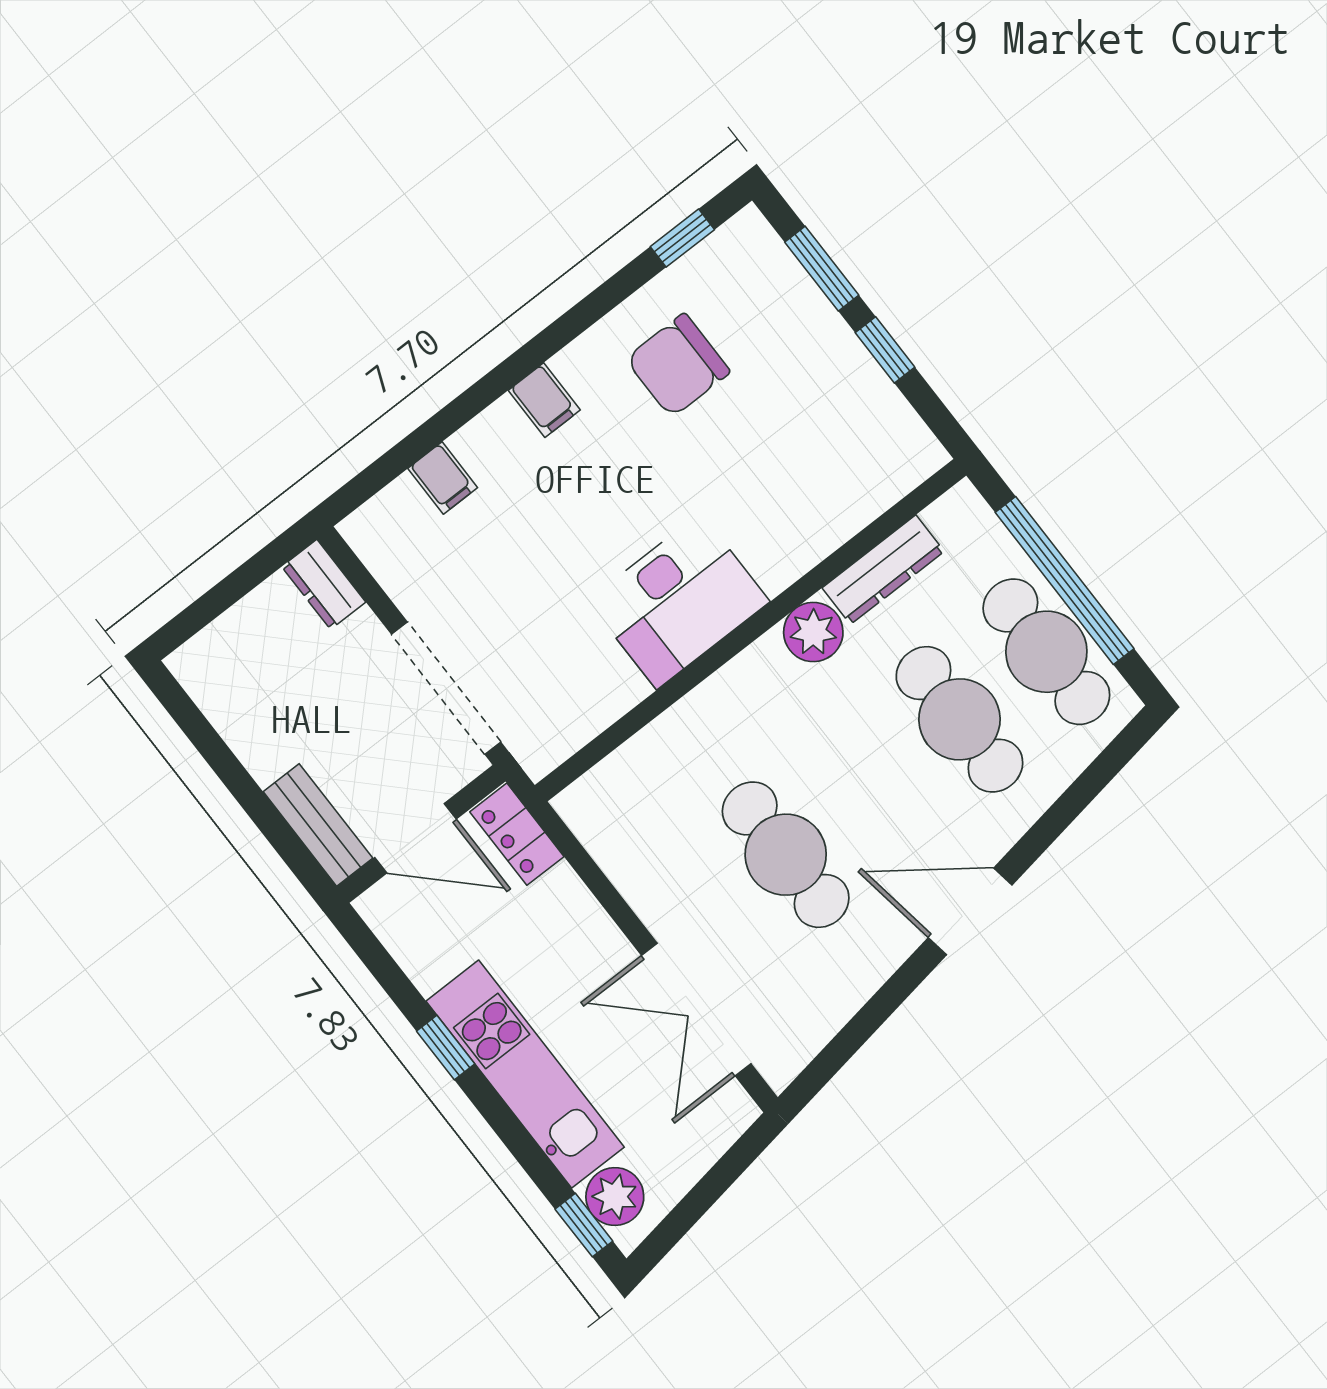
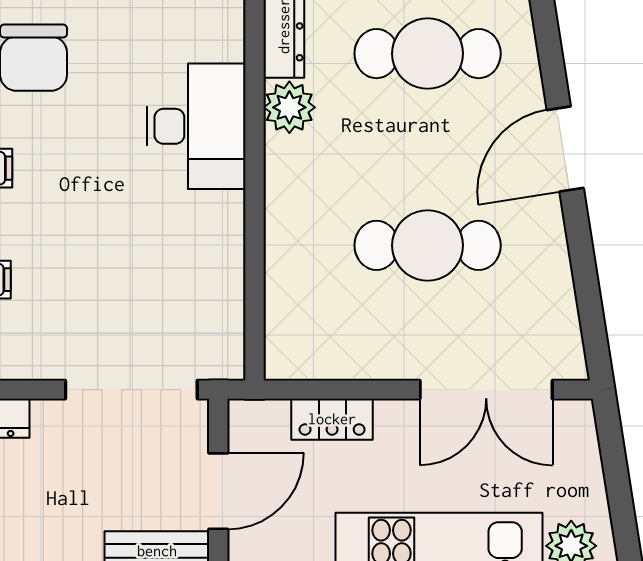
desk: (679, 601) -> (196, 126), moved
locker: (517, 834) -> (332, 419), moved

